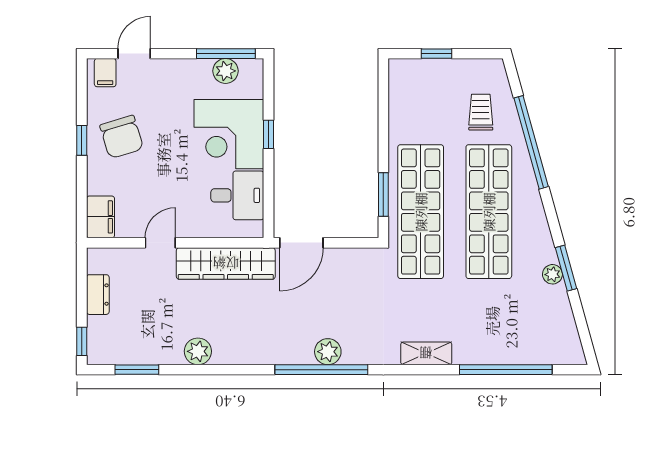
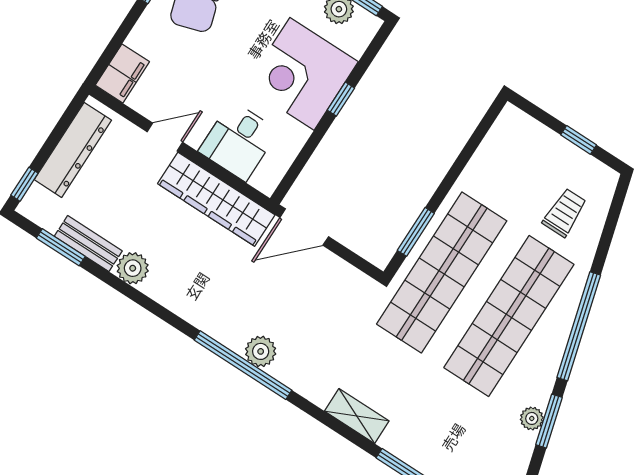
window: (436, 54) -> (579, 140), moved
window: (531, 142) -> (579, 326), moved
desk: (237, 195) -> (238, 141), moved, turned 90
dresser: (98, 295) -> (73, 150), width x1.96, depth x1.24
bench: (155, 354) -> (88, 244), added

